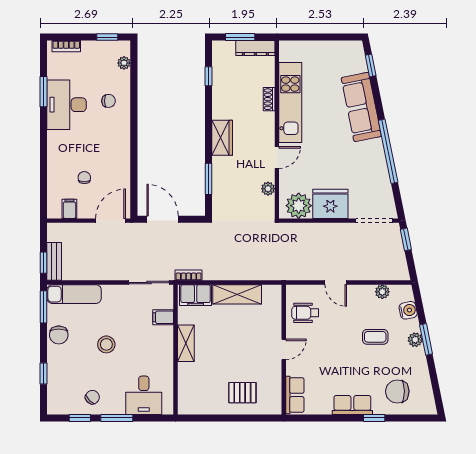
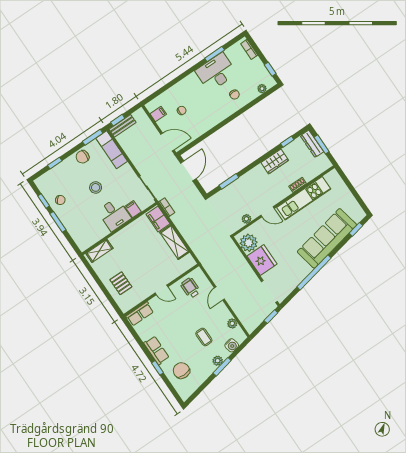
dresser: (255, 48) -> (312, 144), moved
sofa: (361, 107) -> (327, 238), width x1.36, depth x1.27
wardrobe: (222, 138) -> (275, 161), moved
shelving: (186, 343) -> (99, 251), moved
desk: (144, 395) -> (114, 214), moved, turned -90

